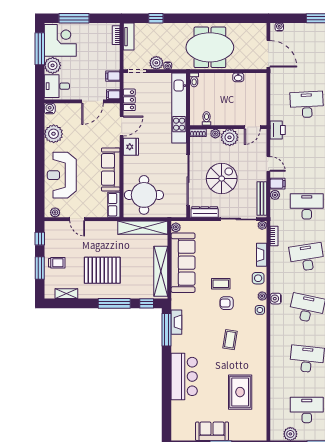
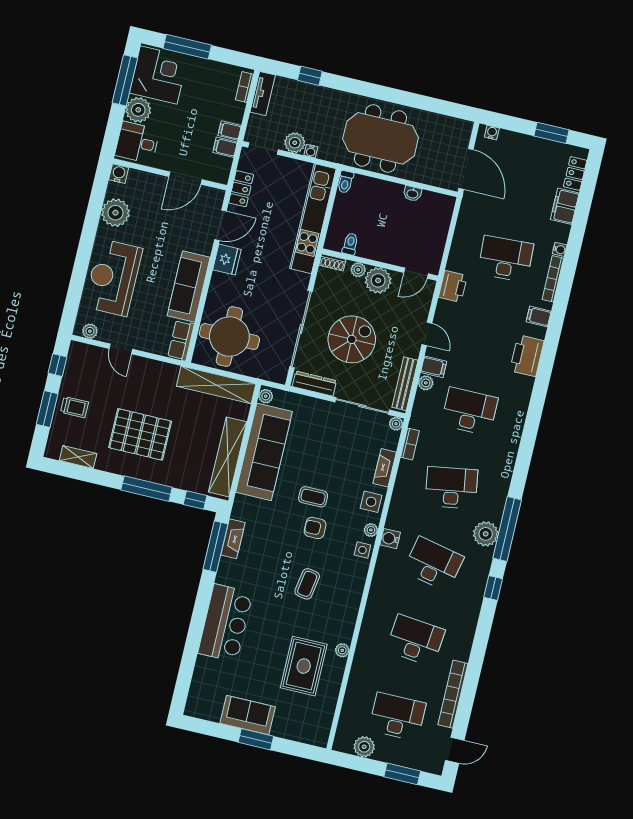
filing cabinet: (113, 95) -> (230, 131), moved
plant: (262, 376) -> (342, 650), added

